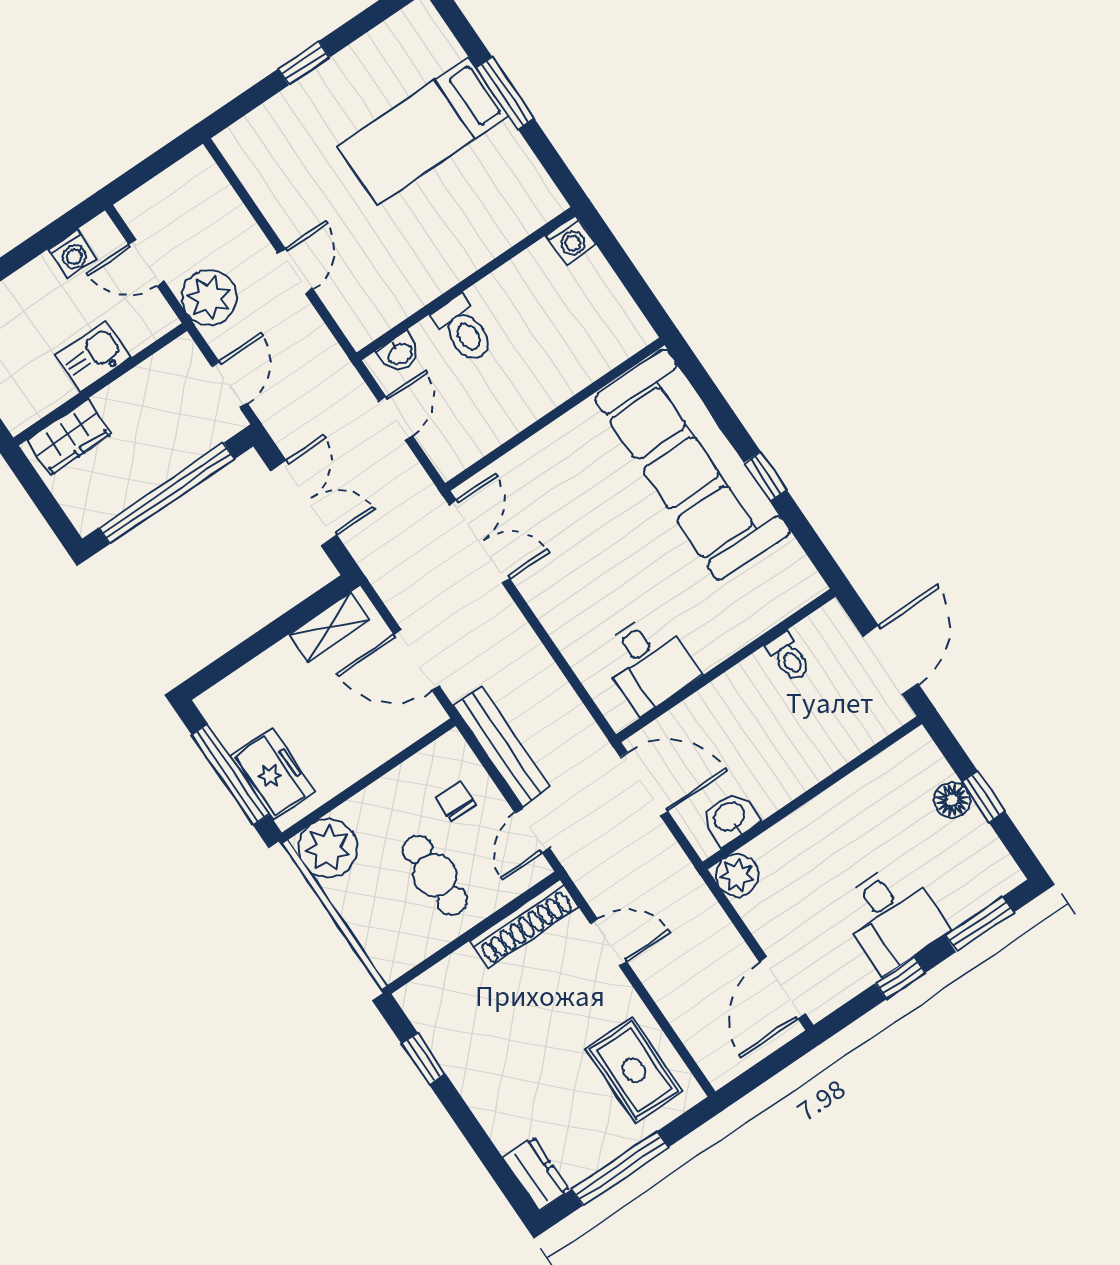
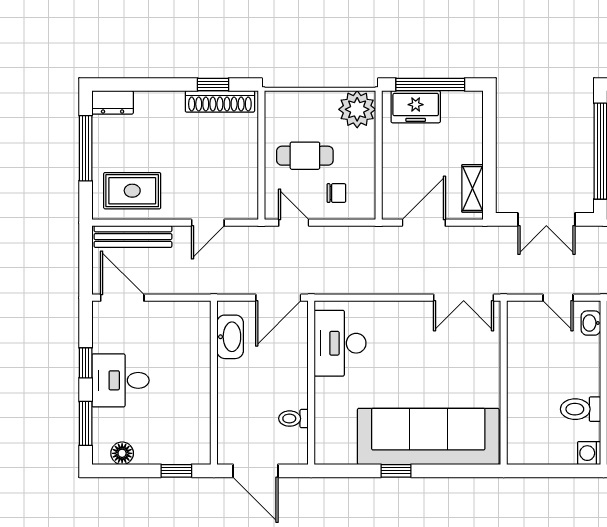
toilet: (464, 329) -> (580, 409), moved
desk: (649, 663) -> (340, 343), width x1.37
bench: (502, 746) -> (133, 237), moved
window: (983, 797) -> (176, 471), moved
floor lamp: (952, 800) -> (122, 453), moved
washbasin: (730, 818) -> (230, 337), width x1.38
plant: (737, 875) -> (197, 314), removed
shoe rack: (524, 924) -> (220, 101), moved, turned -90

